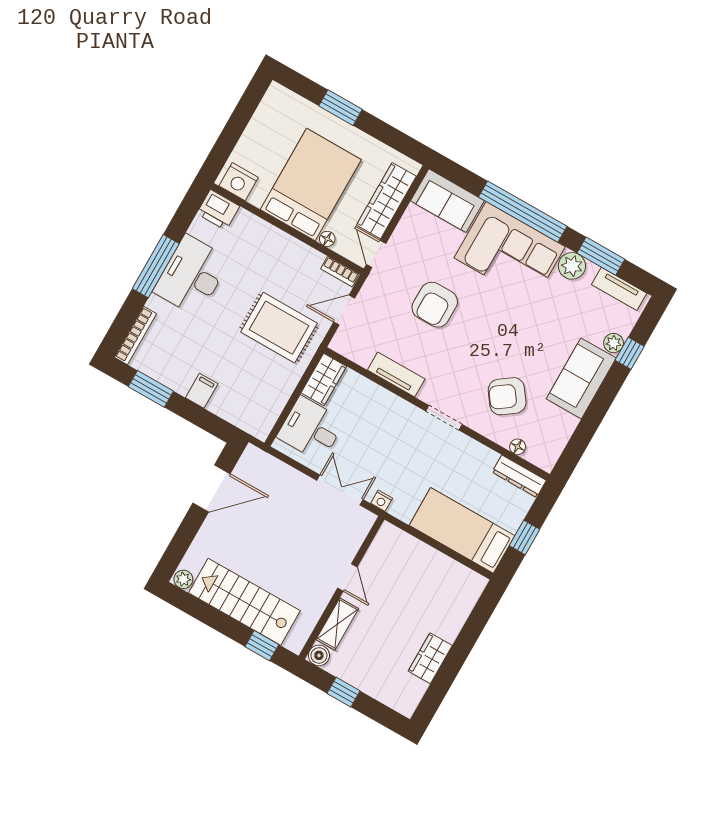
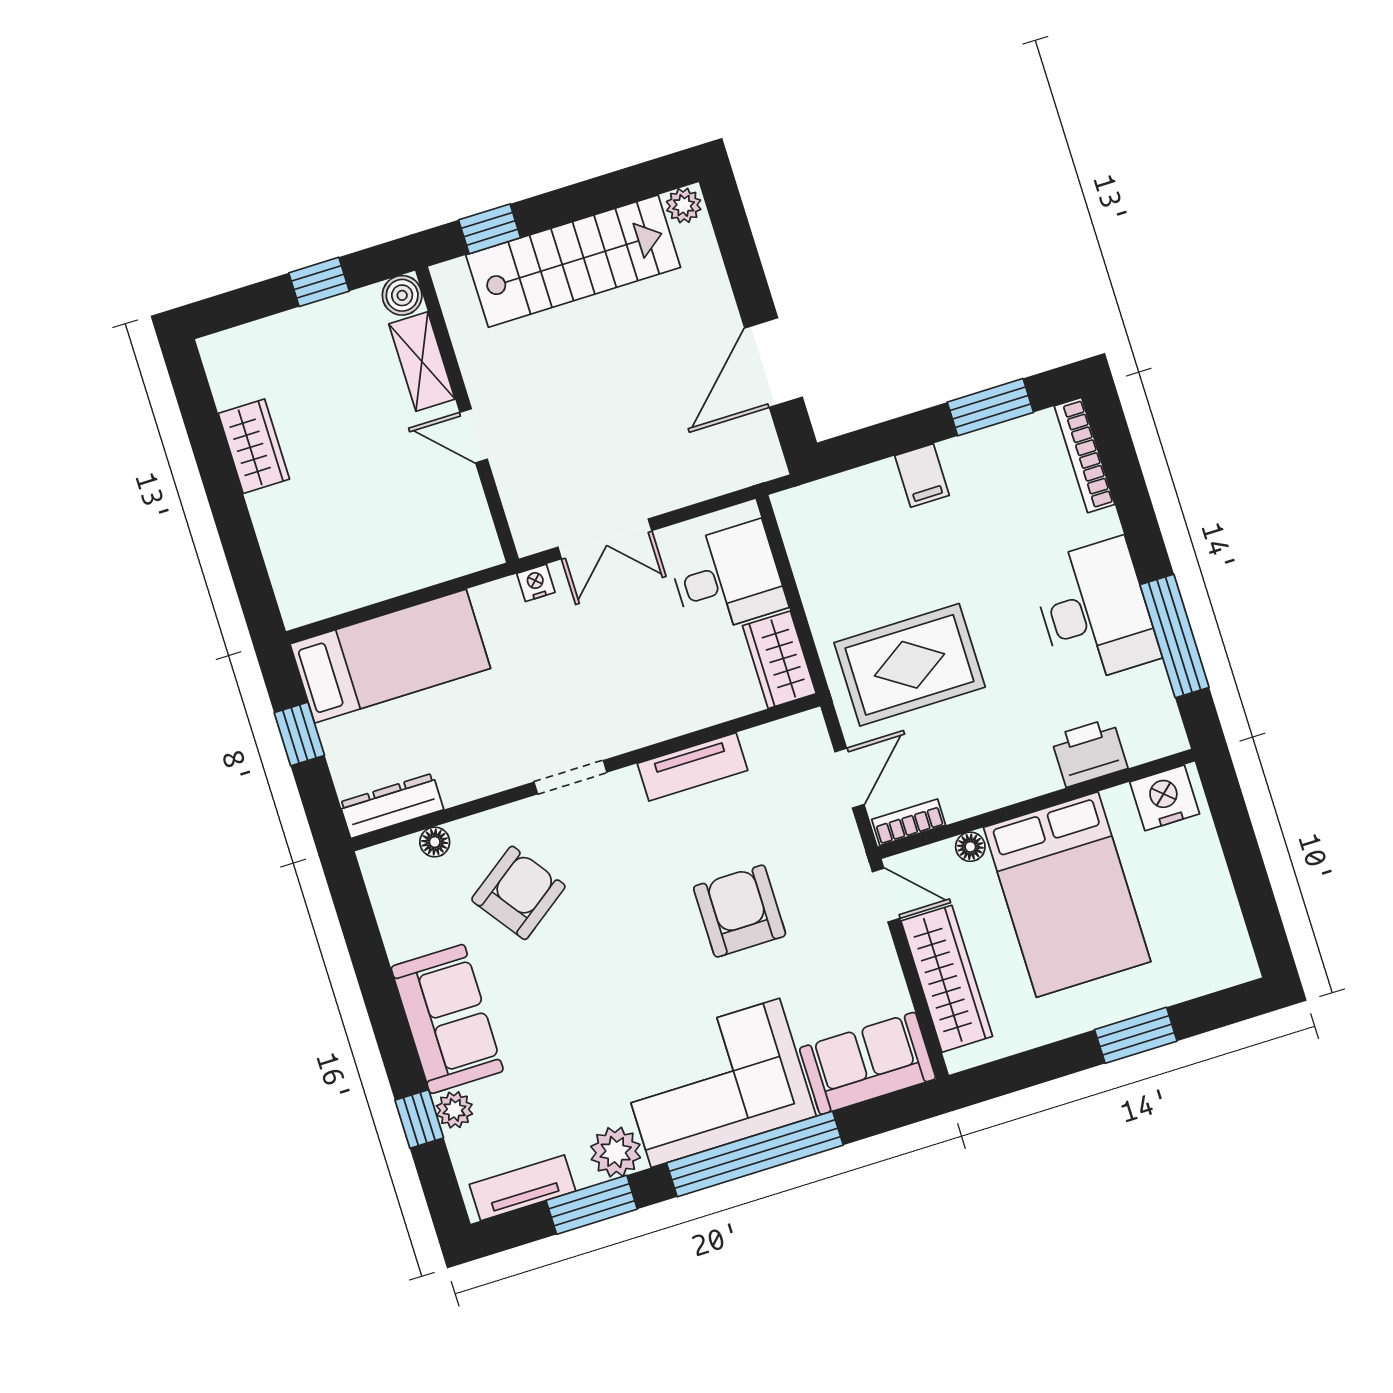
printer: (218, 210) -> (1089, 752), moved
window: (156, 266) -> (1174, 636), moved

